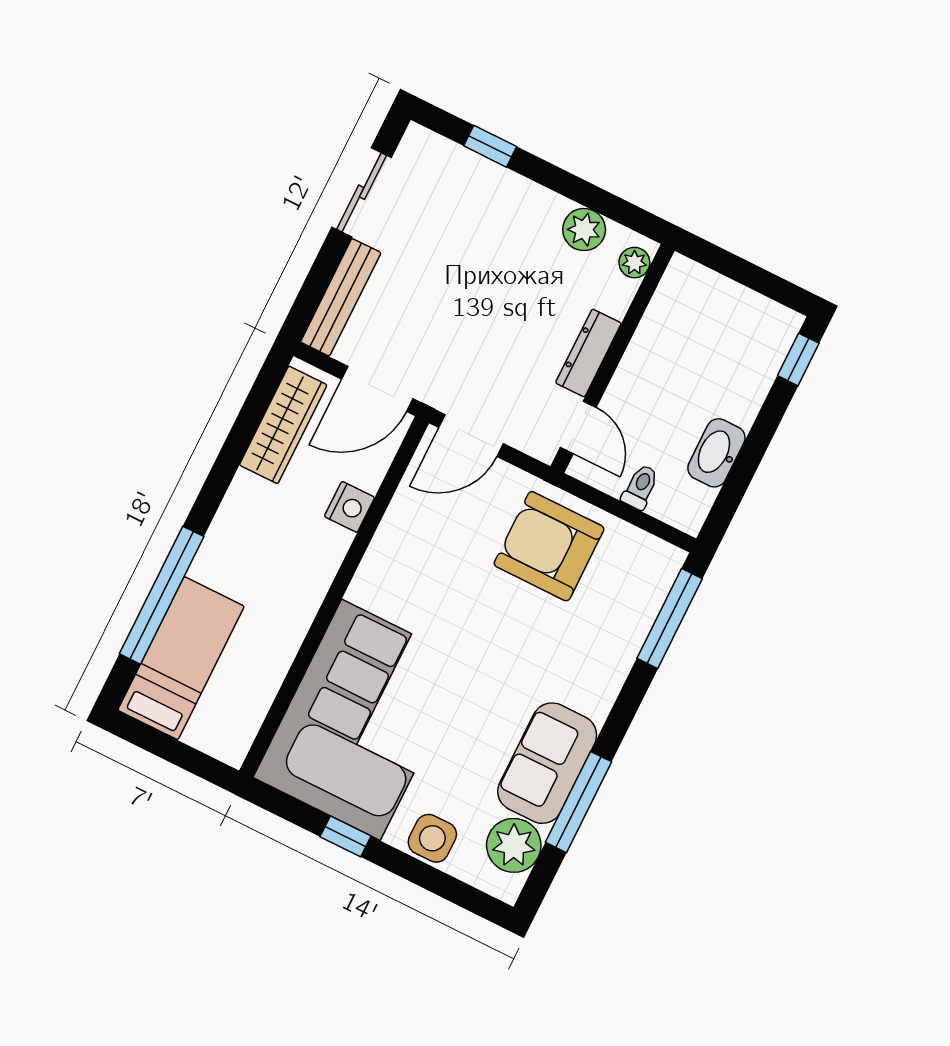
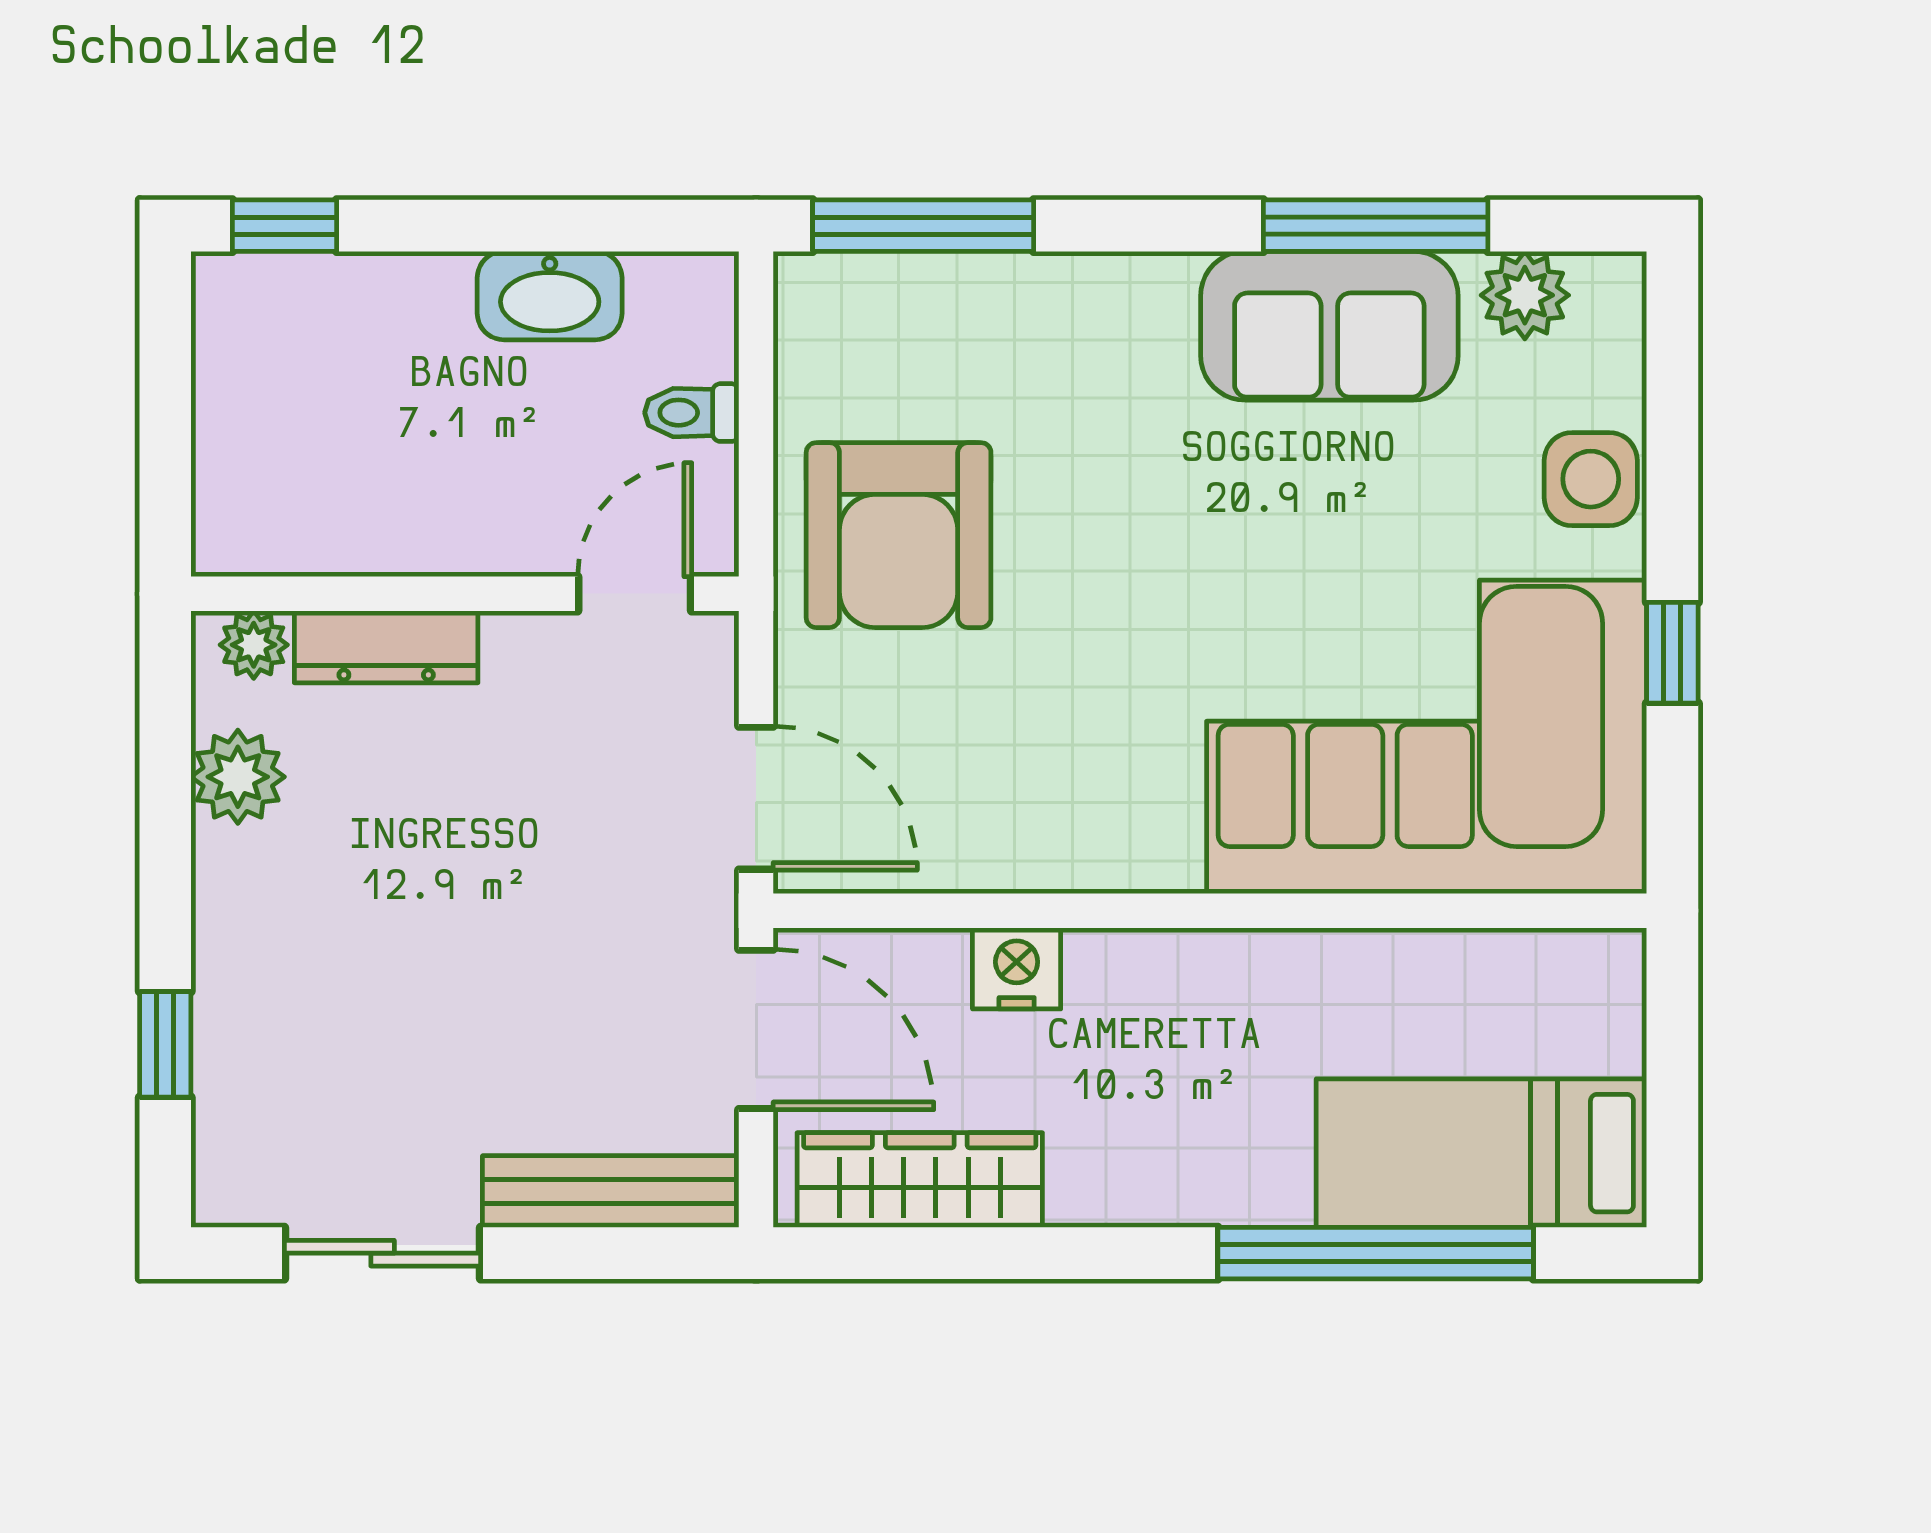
dresser: (588, 353) -> (386, 647), moved
plant: (514, 845) -> (1525, 295), width x0.73, depth x0.73

